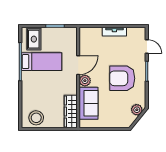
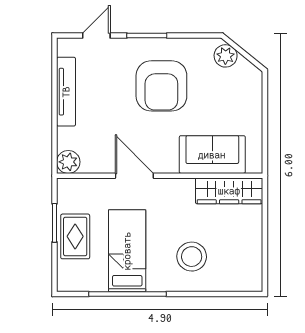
tv unit: (114, 32) -> (66, 92), width x1.41
rug: (34, 39) -> (75, 236), moved, turned 90
plant: (85, 81) -> (68, 162), moved
stool: (36, 118) -> (192, 257), moved

